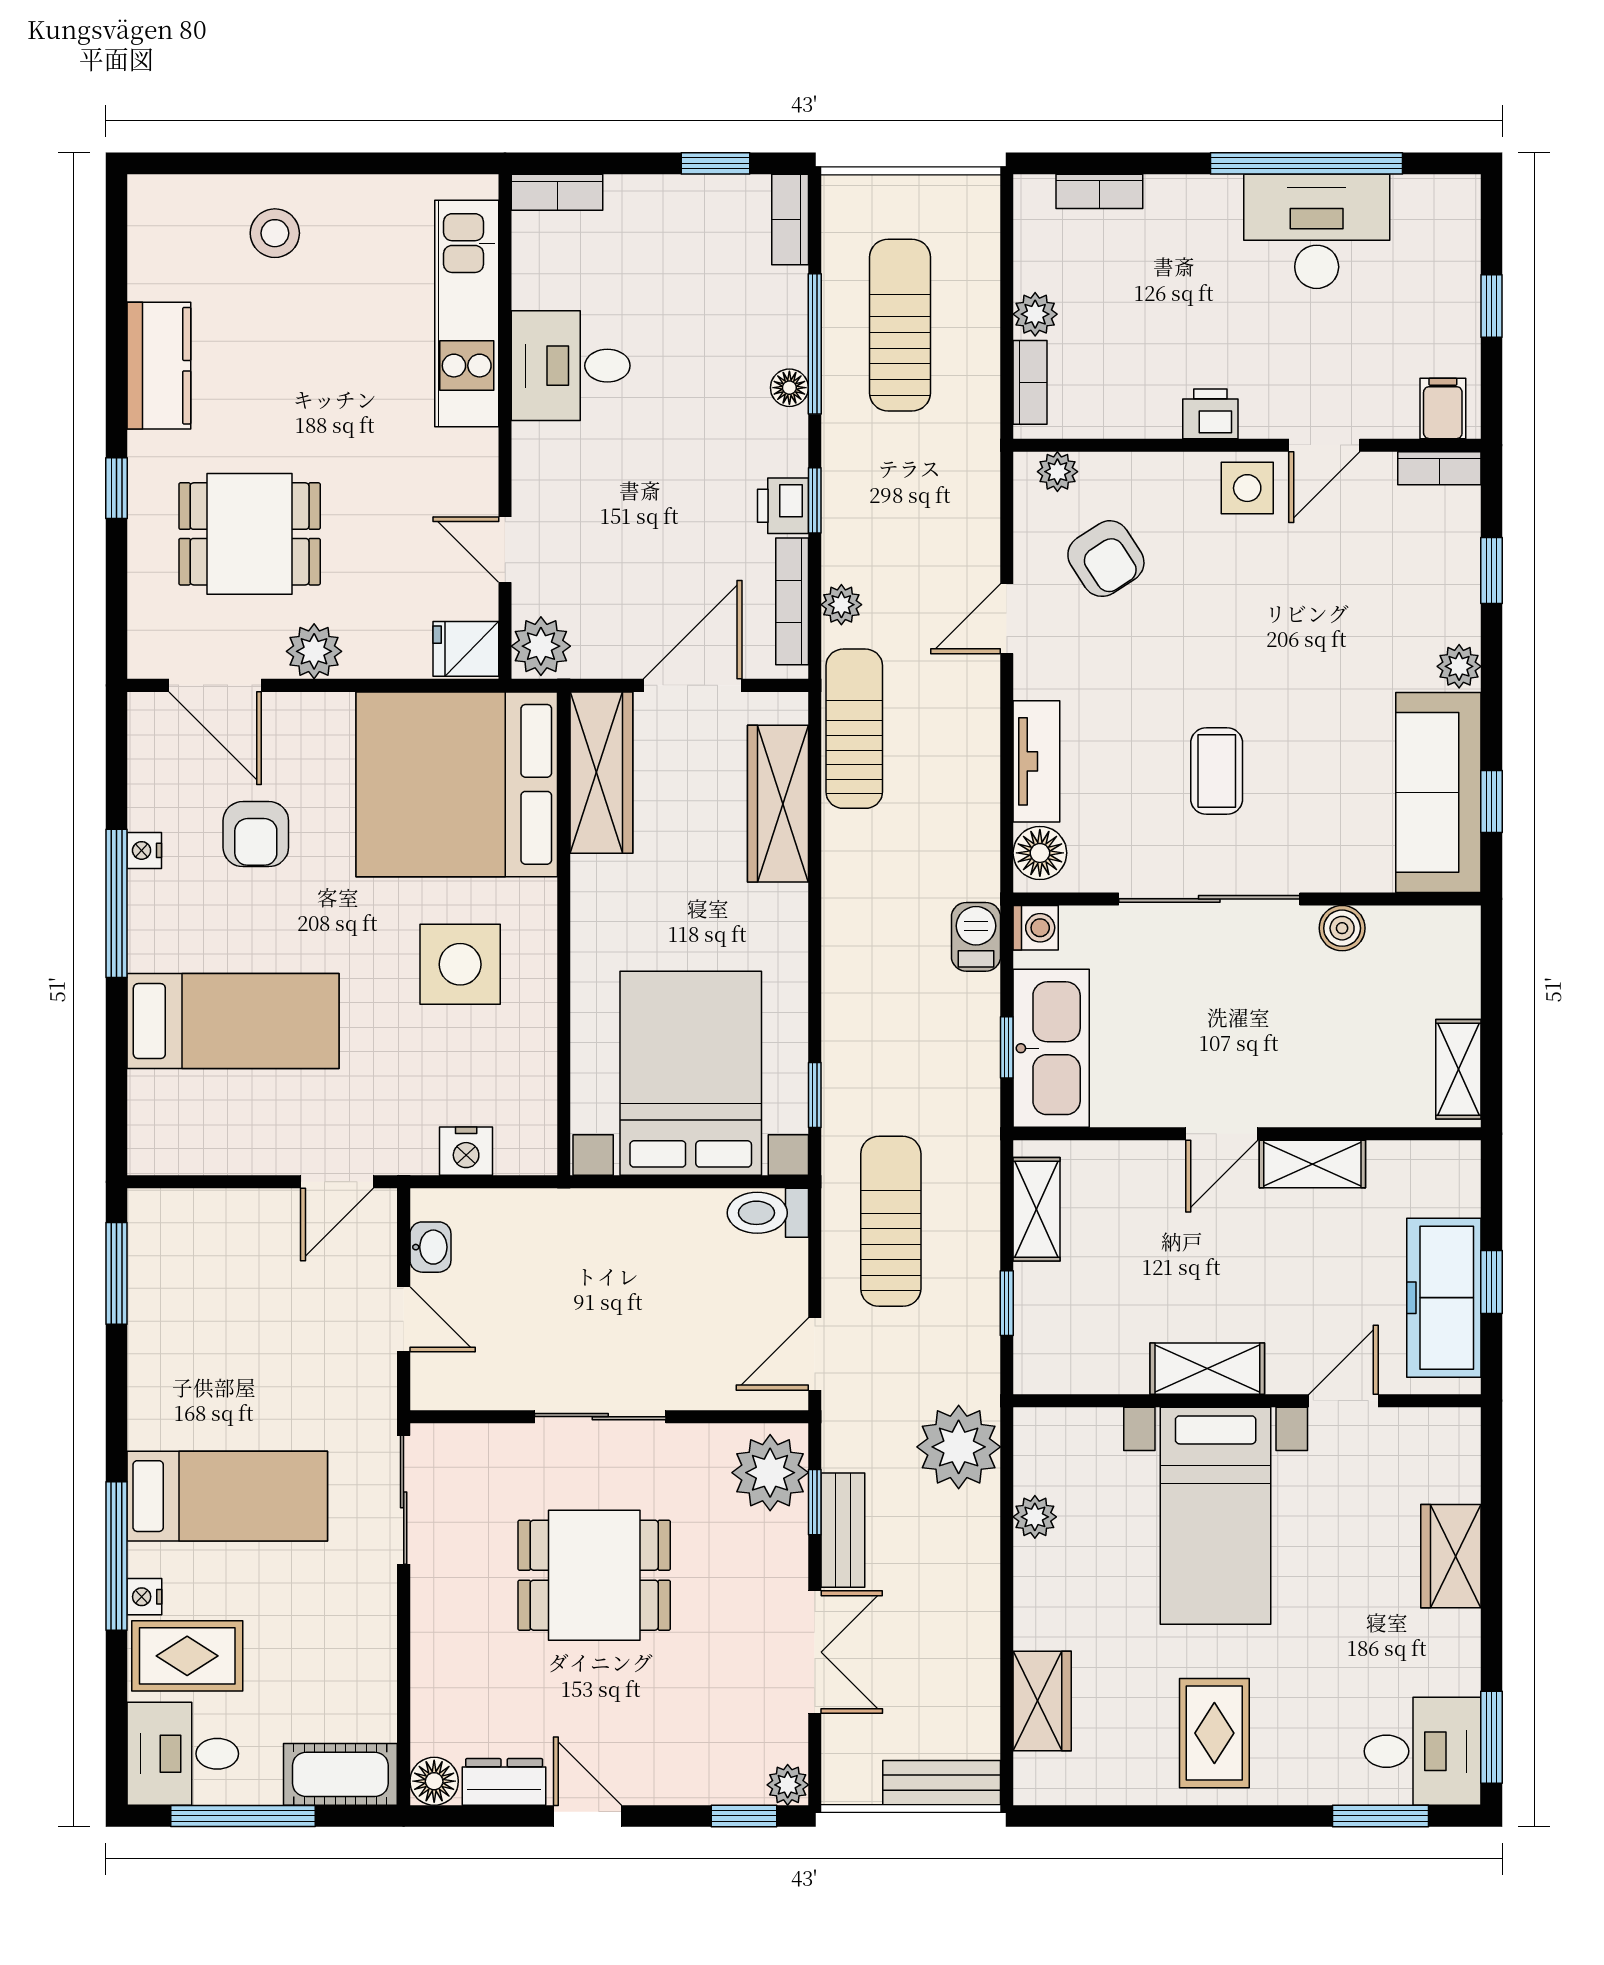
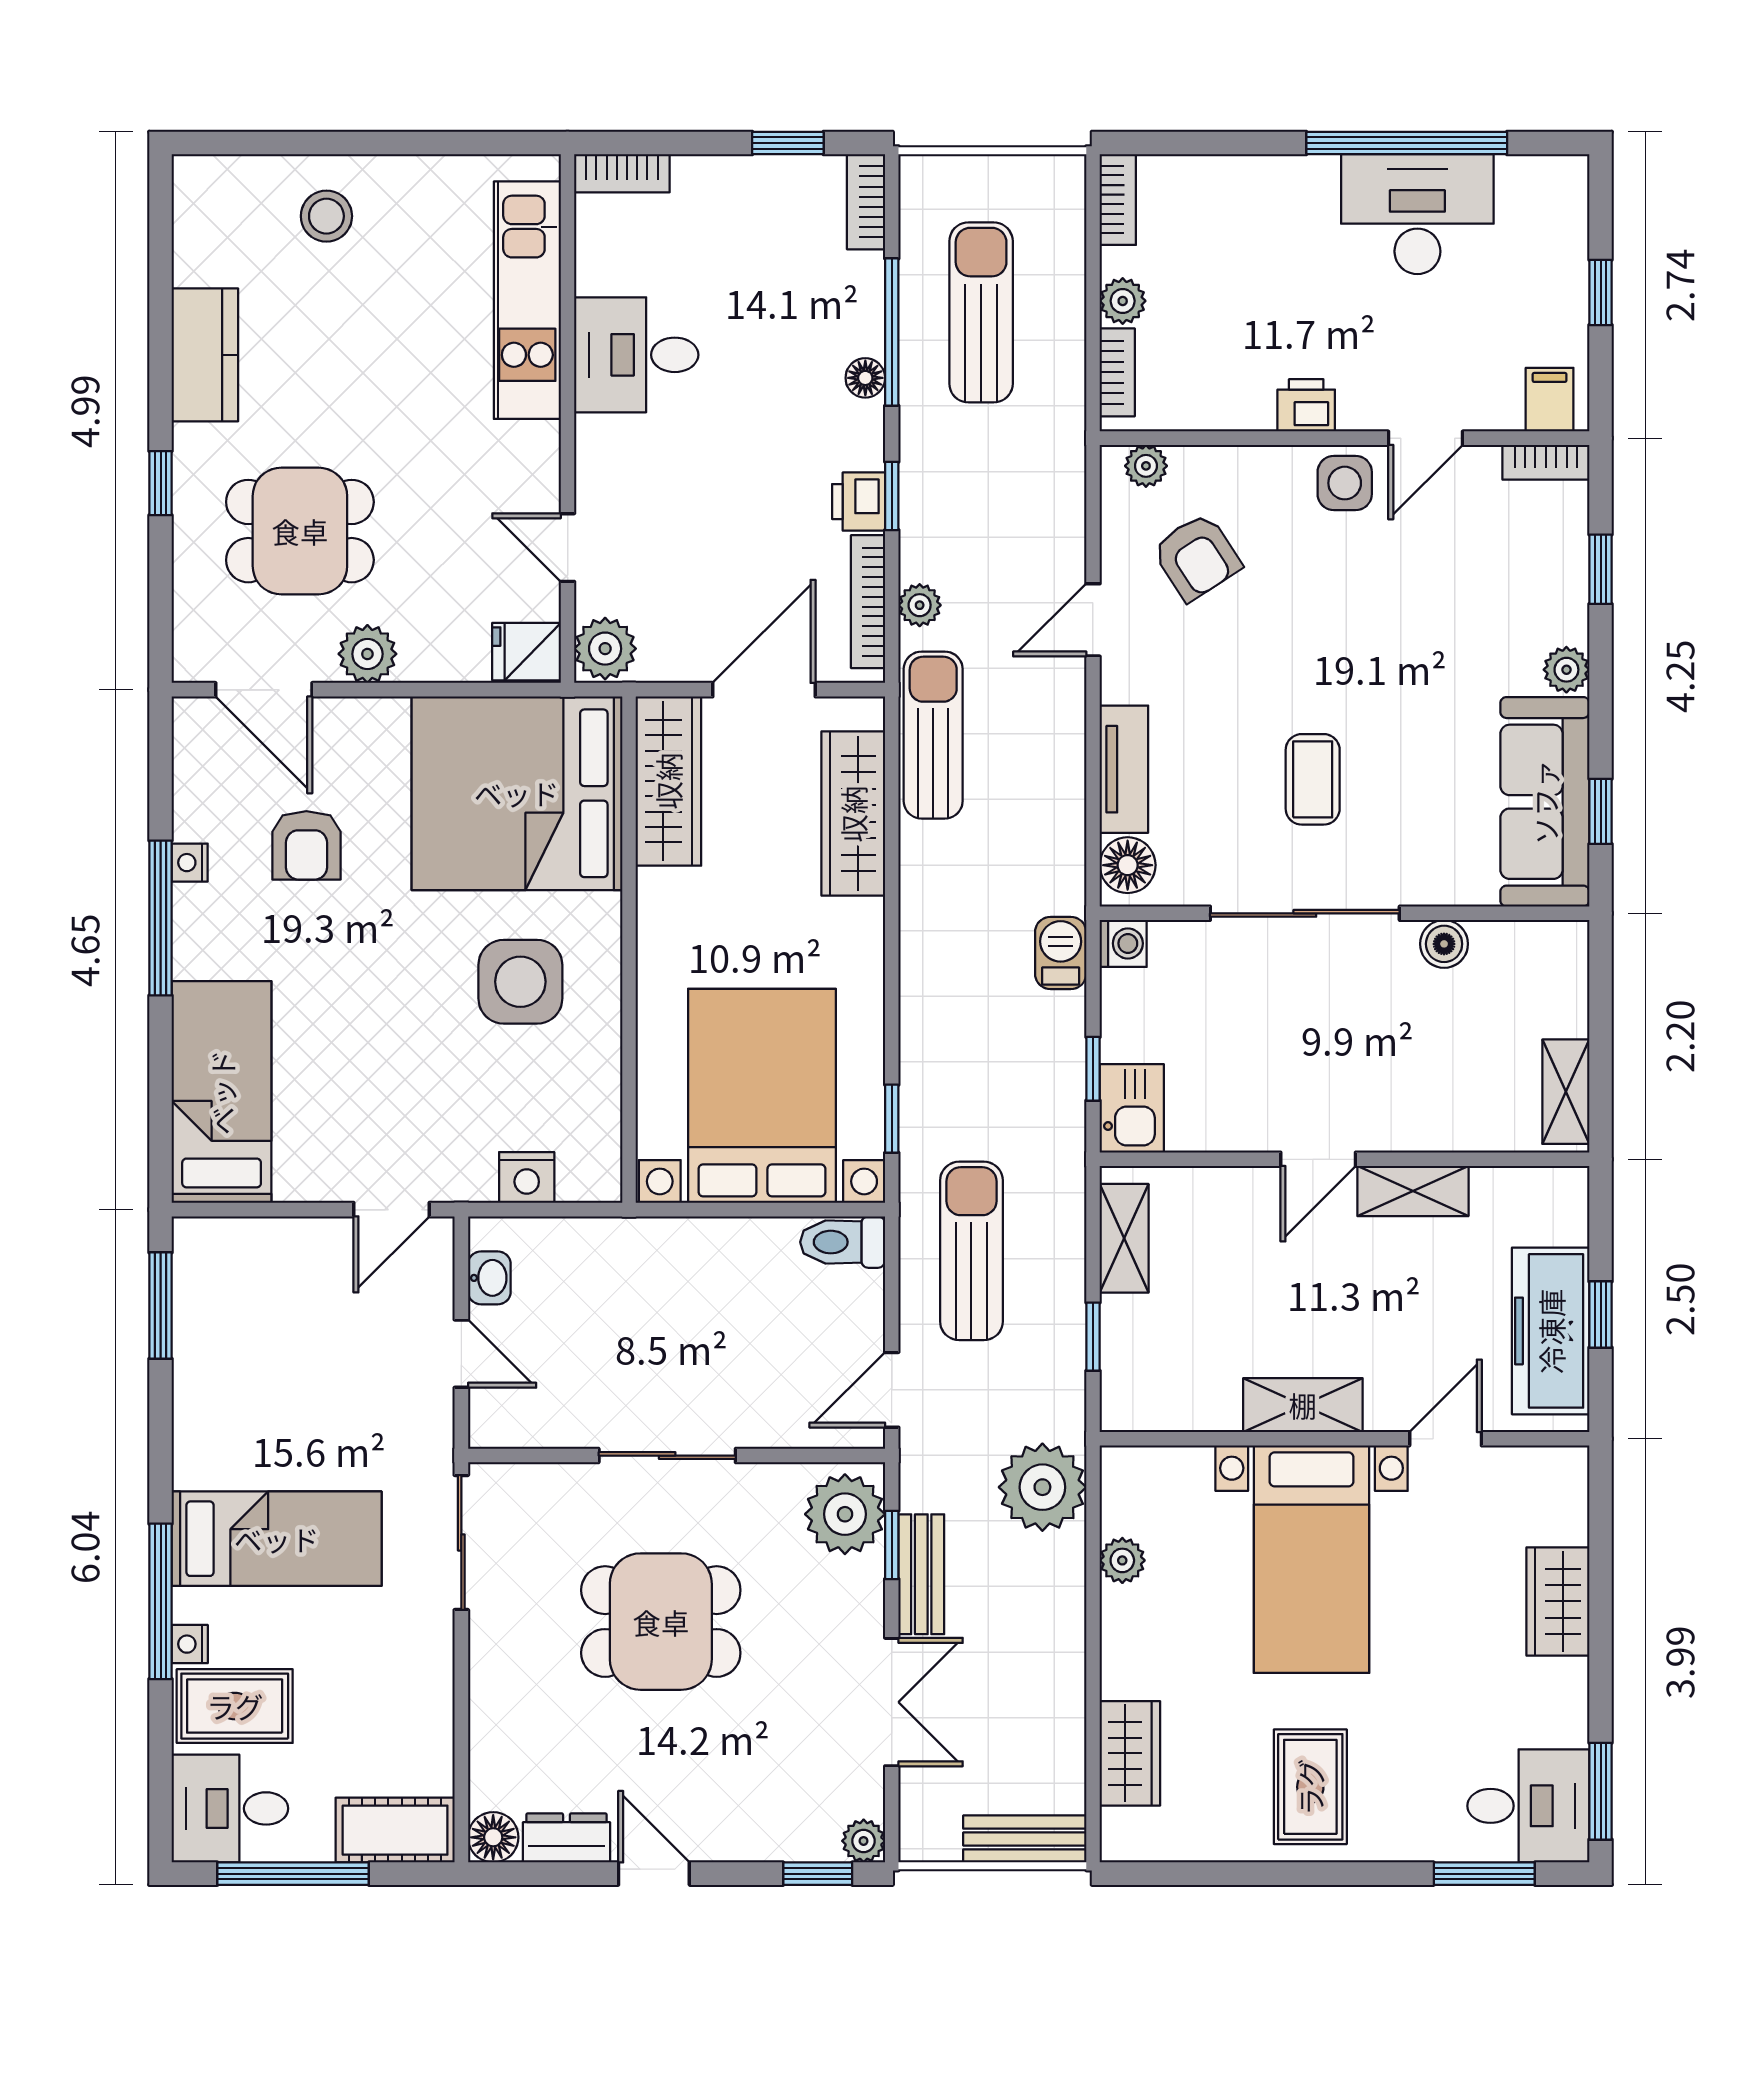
bookcase: (1099, 191) -> (1118, 200), moved, turned -90
bed: (233, 1021) -> (222, 1092), moved, turned -90
kitchen sink: (1051, 1048) -> (1132, 1108), width x0.53, depth x0.81

